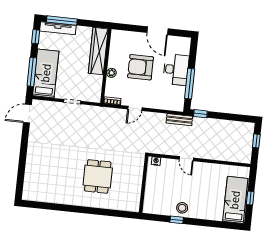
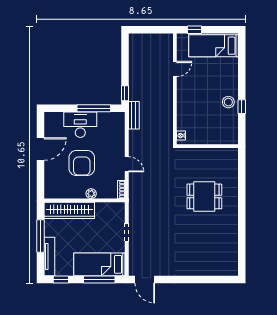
window: (62, 20) -> (40, 236), moved
window: (256, 141) -> (148, 30), removed
door: (186, 159) -> (175, 69), moved
window: (250, 198) -> (194, 30), moved

